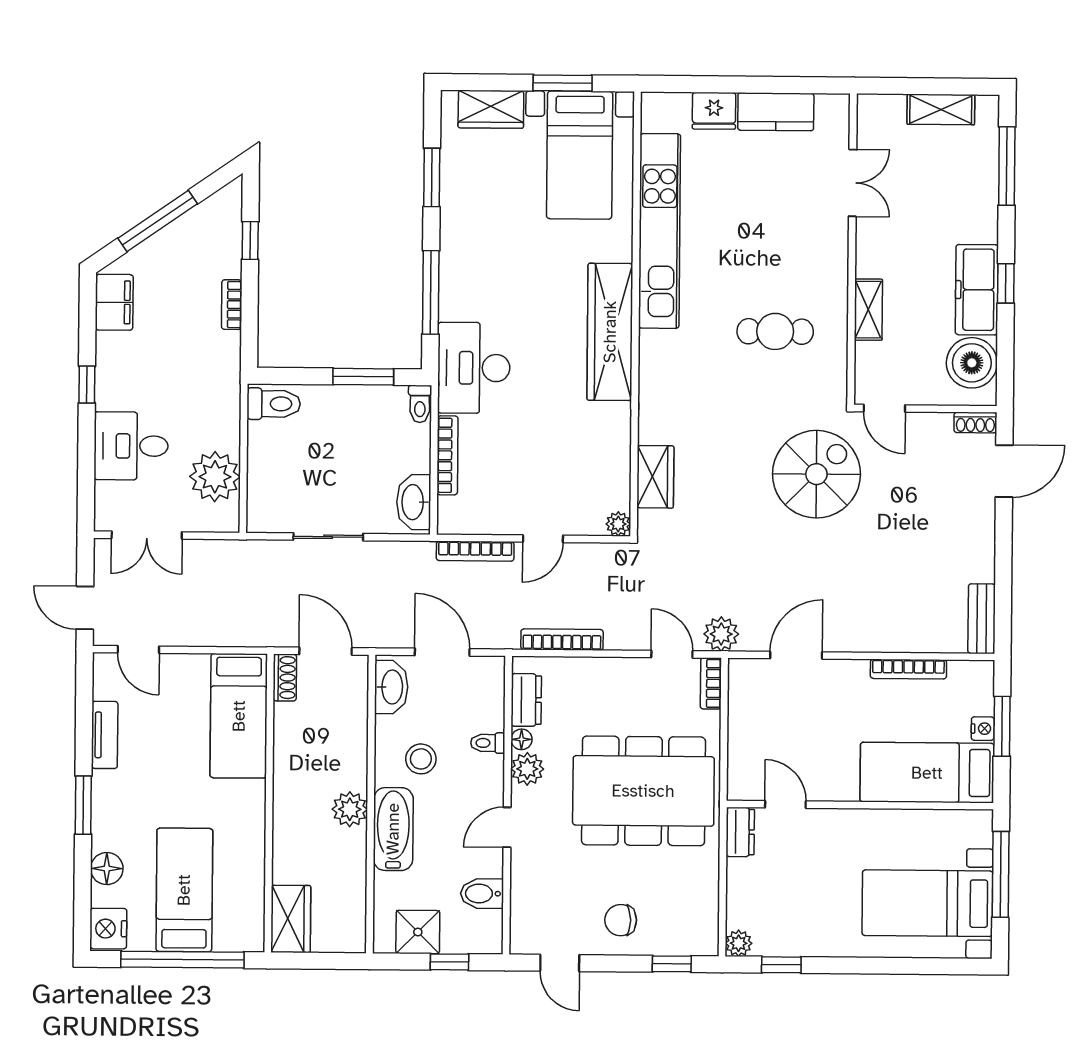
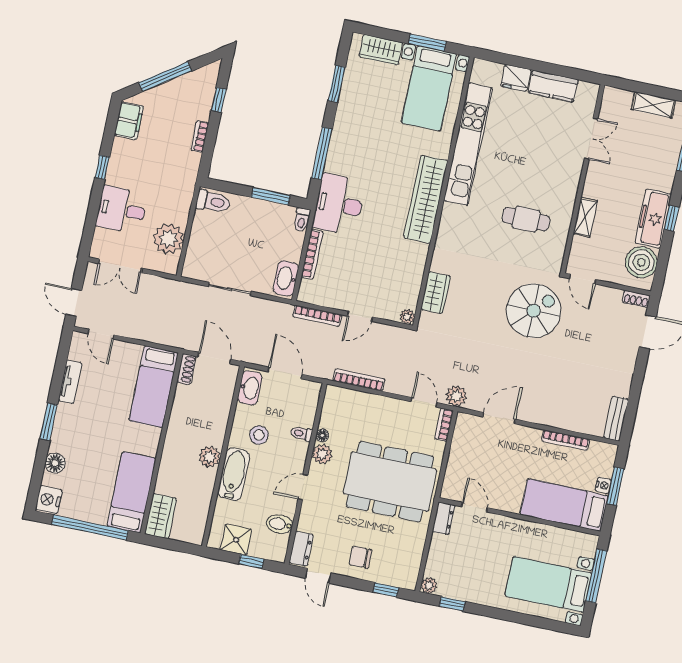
dresser: (526, 700) -> (301, 549), moved
bed: (184, 890) -> (132, 492), moved

